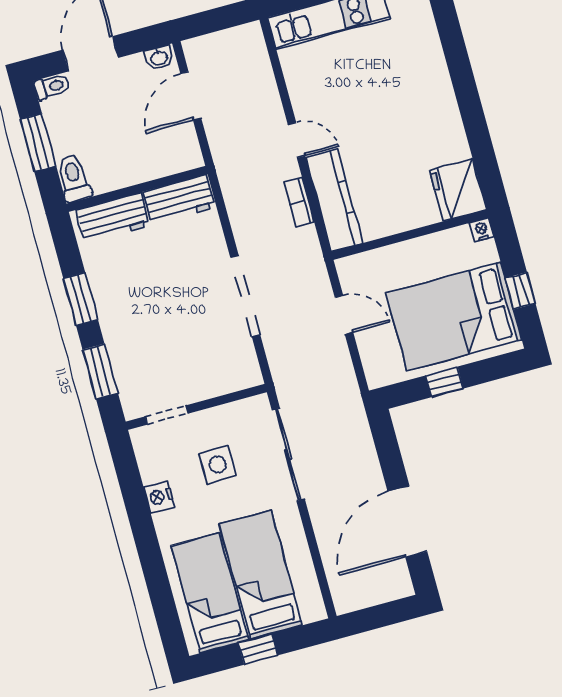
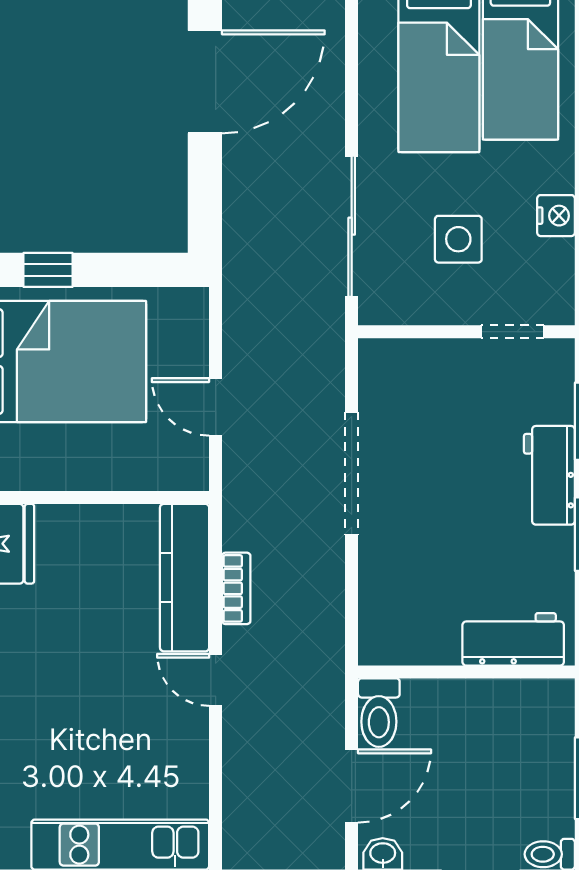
toilet: (74, 178) -> (379, 713), moved
workbench: (179, 199) -> (549, 475), moved, turned -90
window: (444, 382) -> (48, 270), moved

